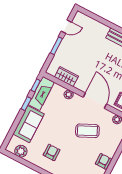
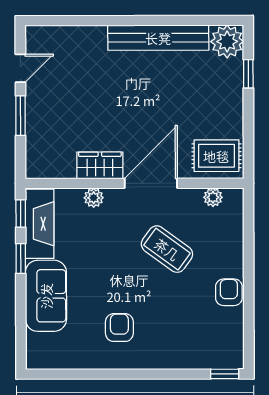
wardrobe: (66, 77) -> (100, 165), moved
door: (95, 101) -> (151, 183), hinge flipped
coffee table: (87, 131) -> (167, 249), turned 61
plant: (21, 151) -> (59, 356), removed

